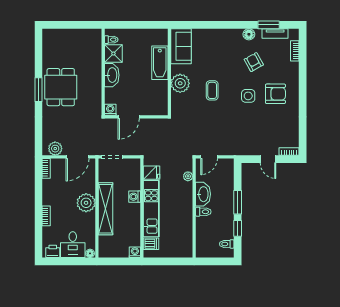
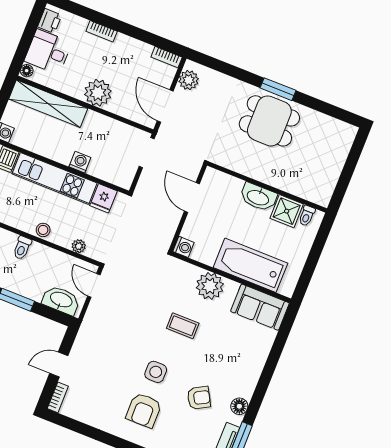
bathtub: (160, 63) -> (250, 265), width x1.36, depth x1.36
washing machine: (110, 110) -> (183, 247), moved
washbasin: (203, 194) -> (61, 300), moved, turned 180
stool: (187, 203) -> (43, 230), added
shelving: (106, 209) -> (48, 104), moved

